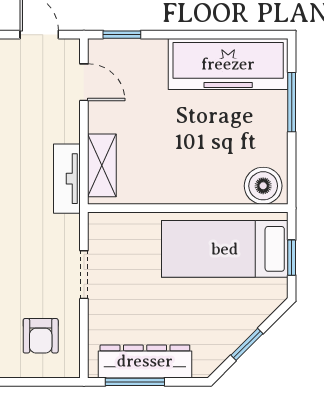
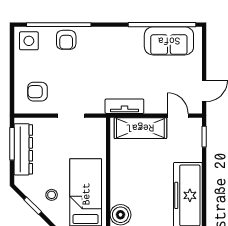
door: (84, 82) -> (178, 116), swing flipped
shelving: (102, 165) -> (140, 128), width x1.50, depth x1.33
stool: (227, 310) -> (52, 195), added

